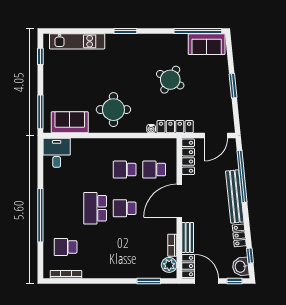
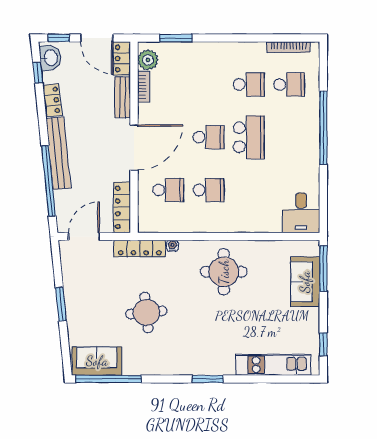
round table: (170, 80) -> (146, 313), turned -36
sofa: (70, 122) -> (305, 282), moved, turned 90
school desk: (95, 247) -> (249, 85), added

